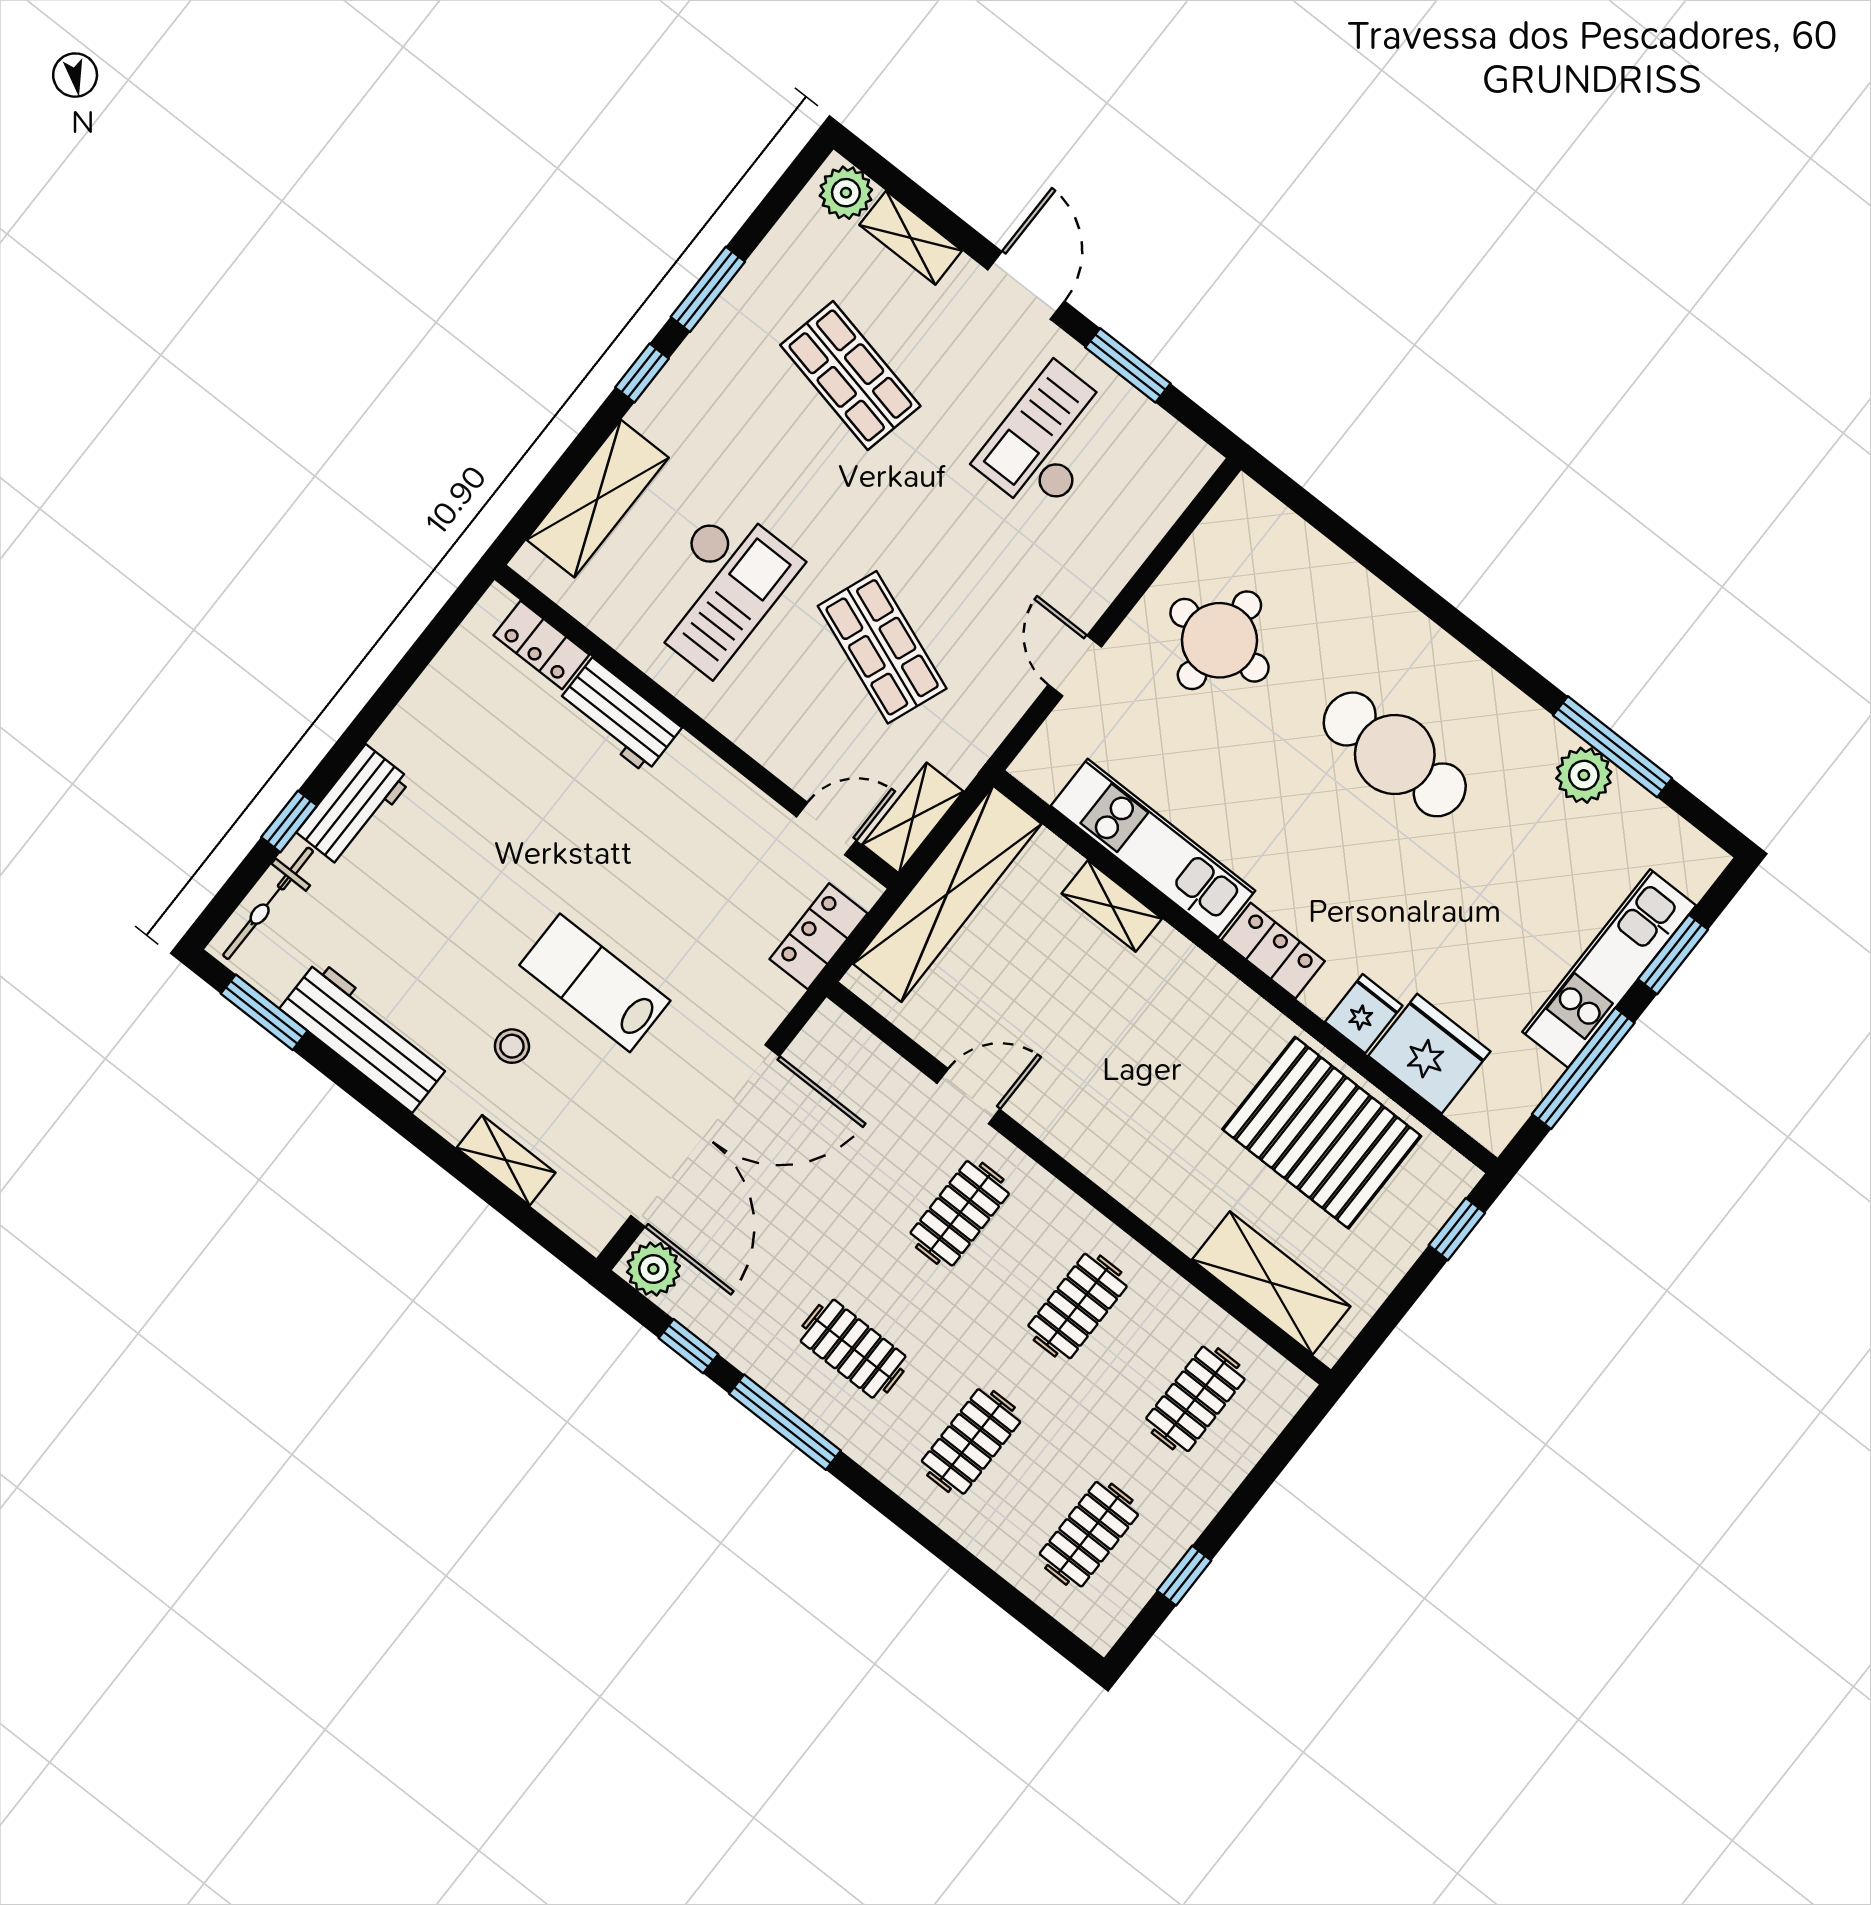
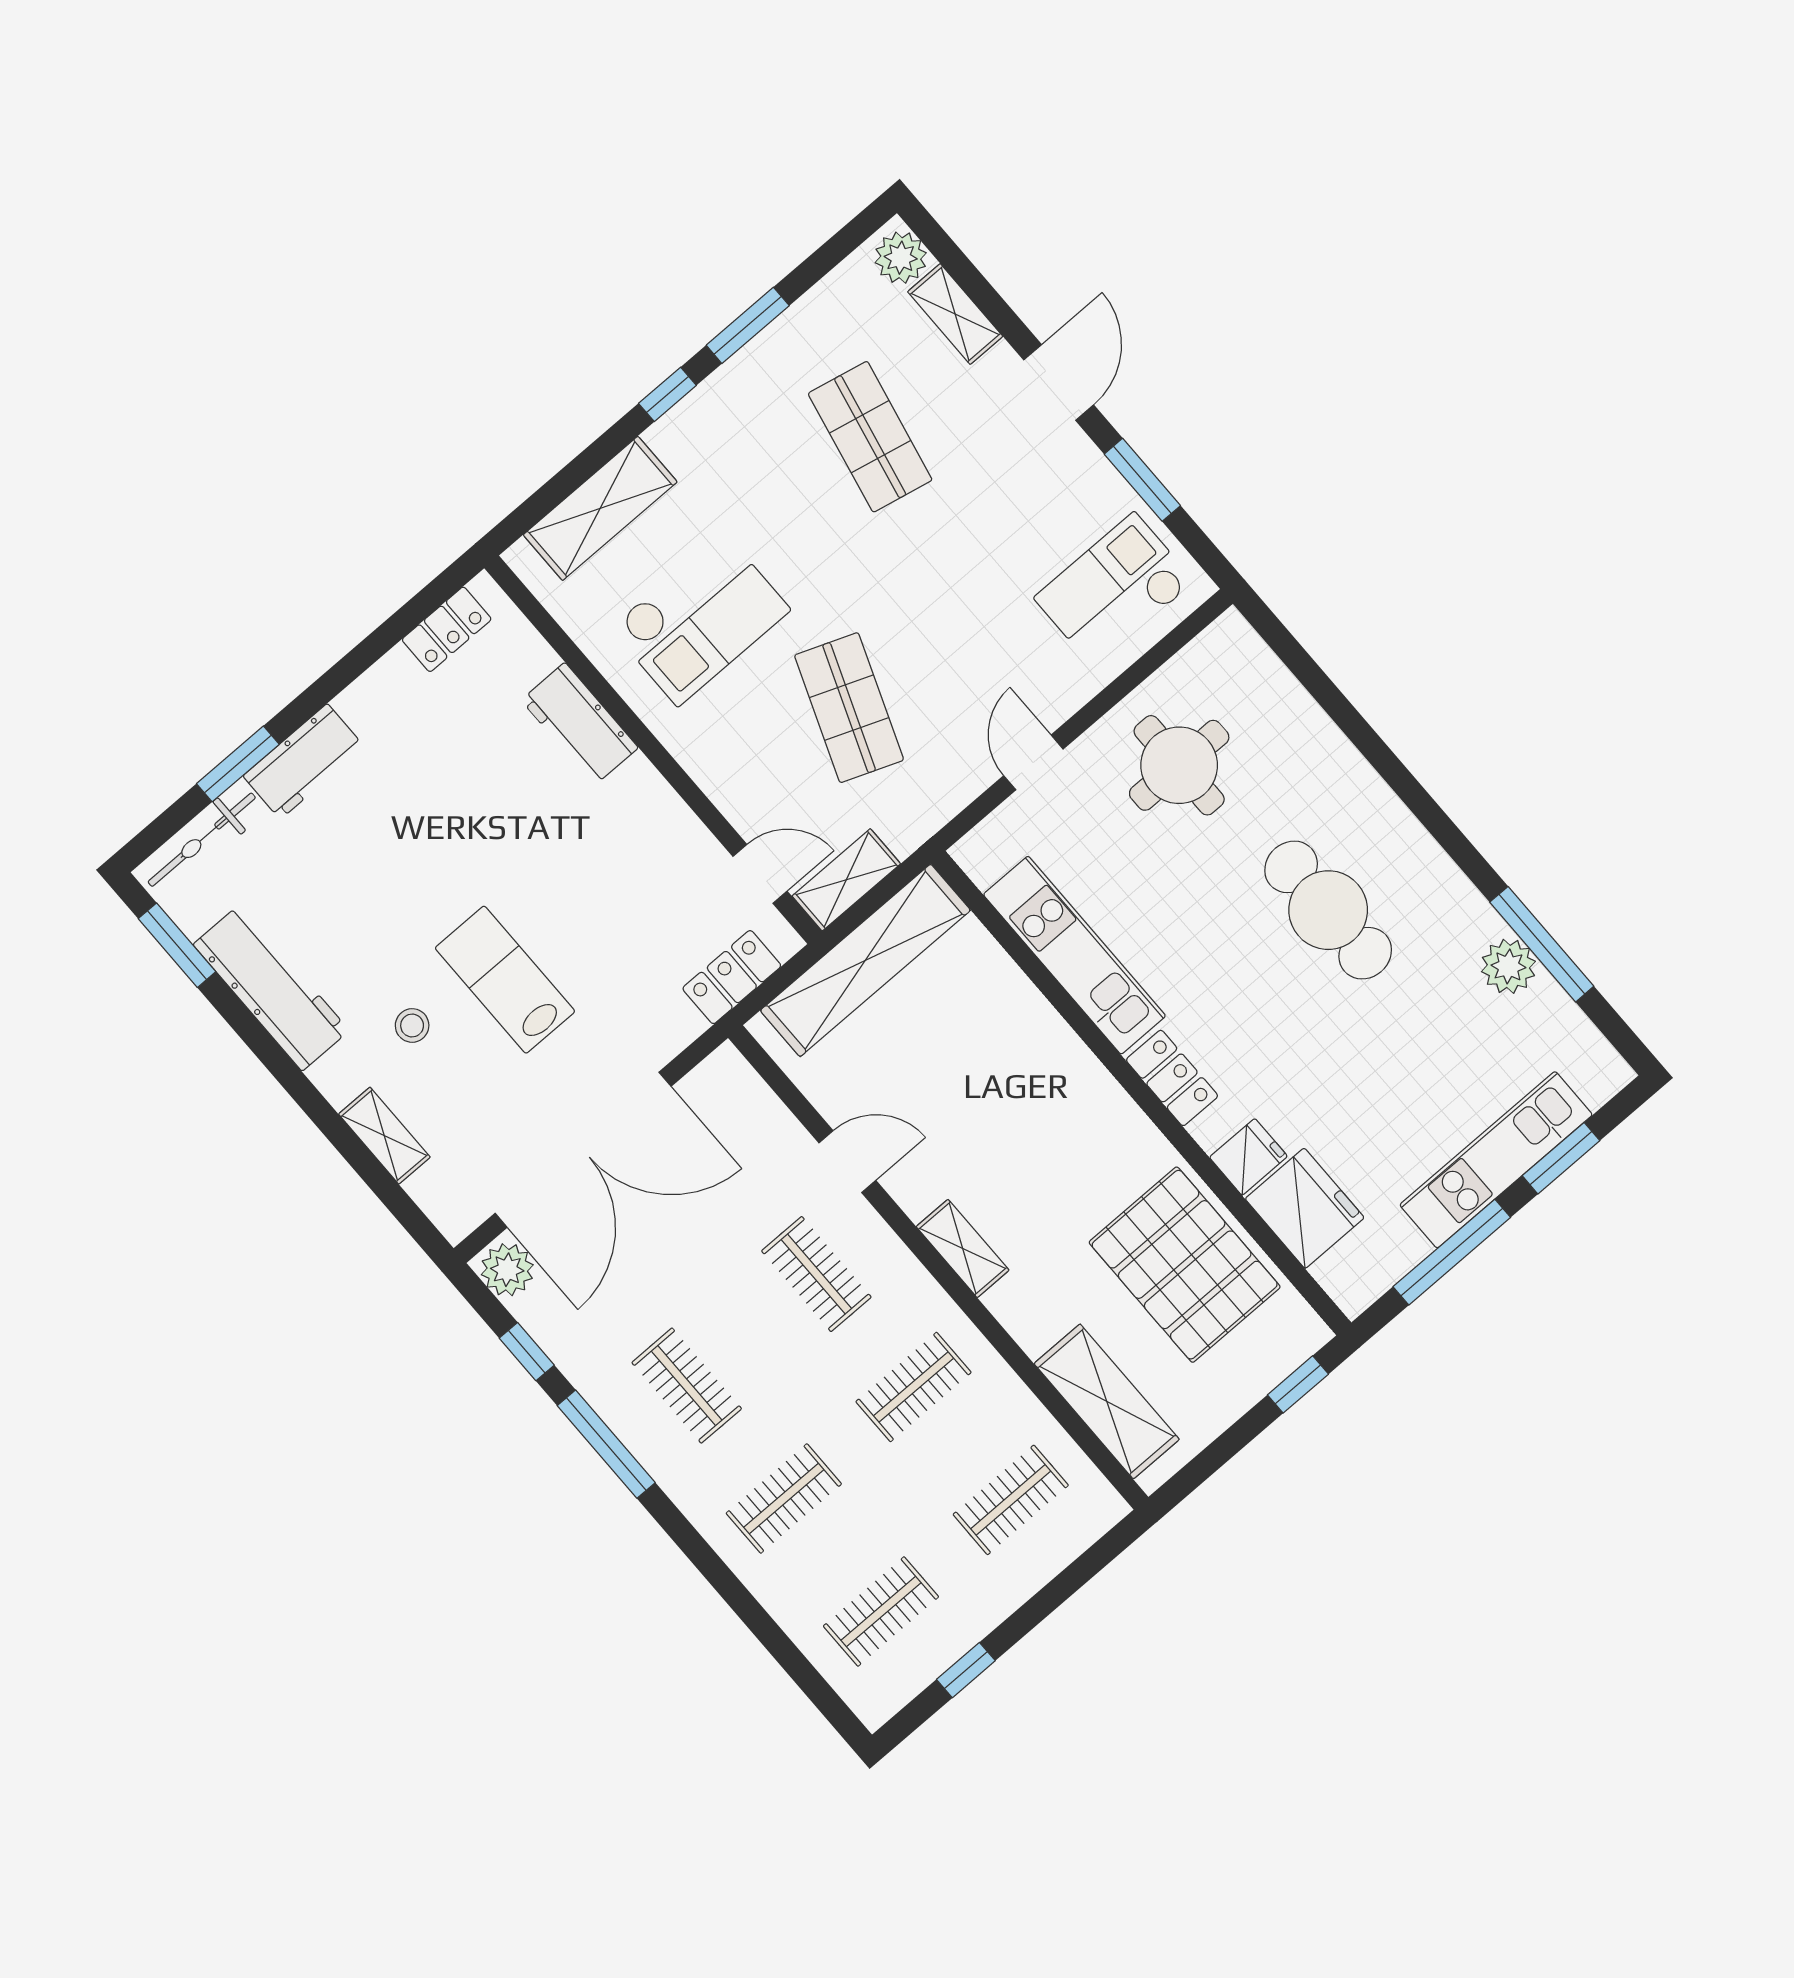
checkout: (1049, 440) -> (1114, 590), moved
locker: (541, 645) -> (447, 629), moved, turned -90
window: (289, 821) -> (238, 764), width x1.50
shelving: (1112, 906) -> (963, 1248), moved
clothes rail: (960, 1213) -> (816, 1274), turned 90

